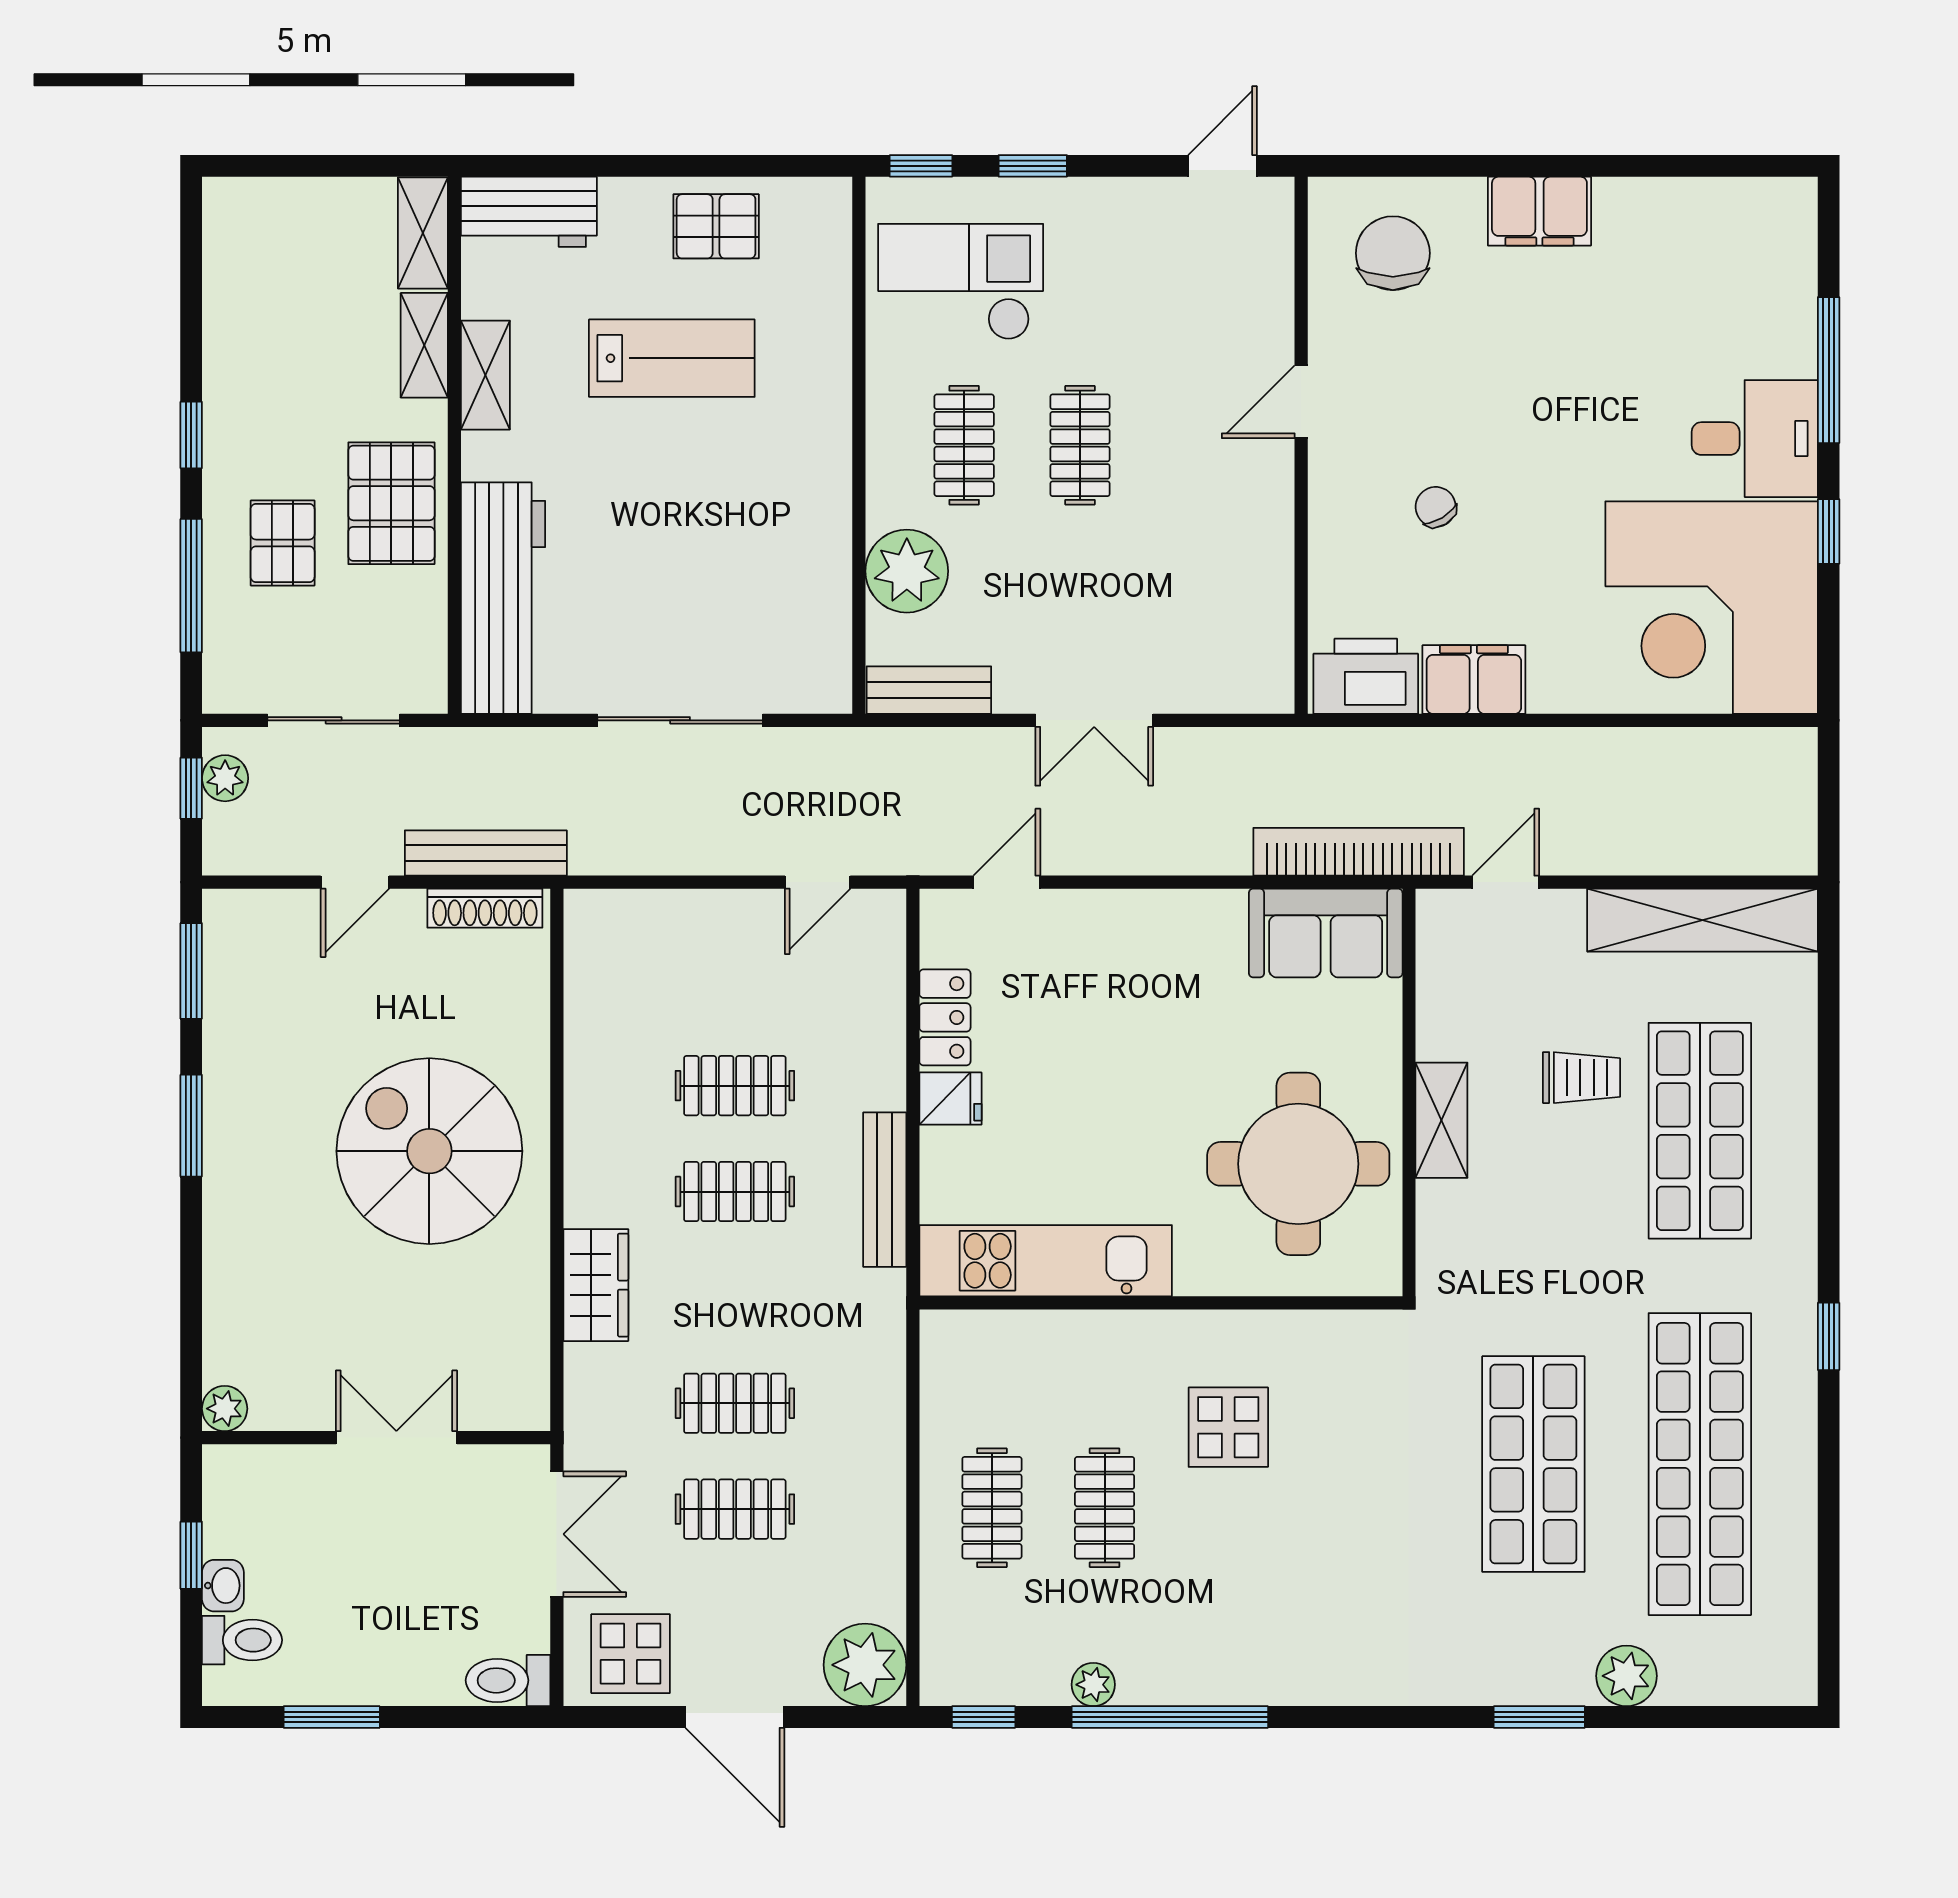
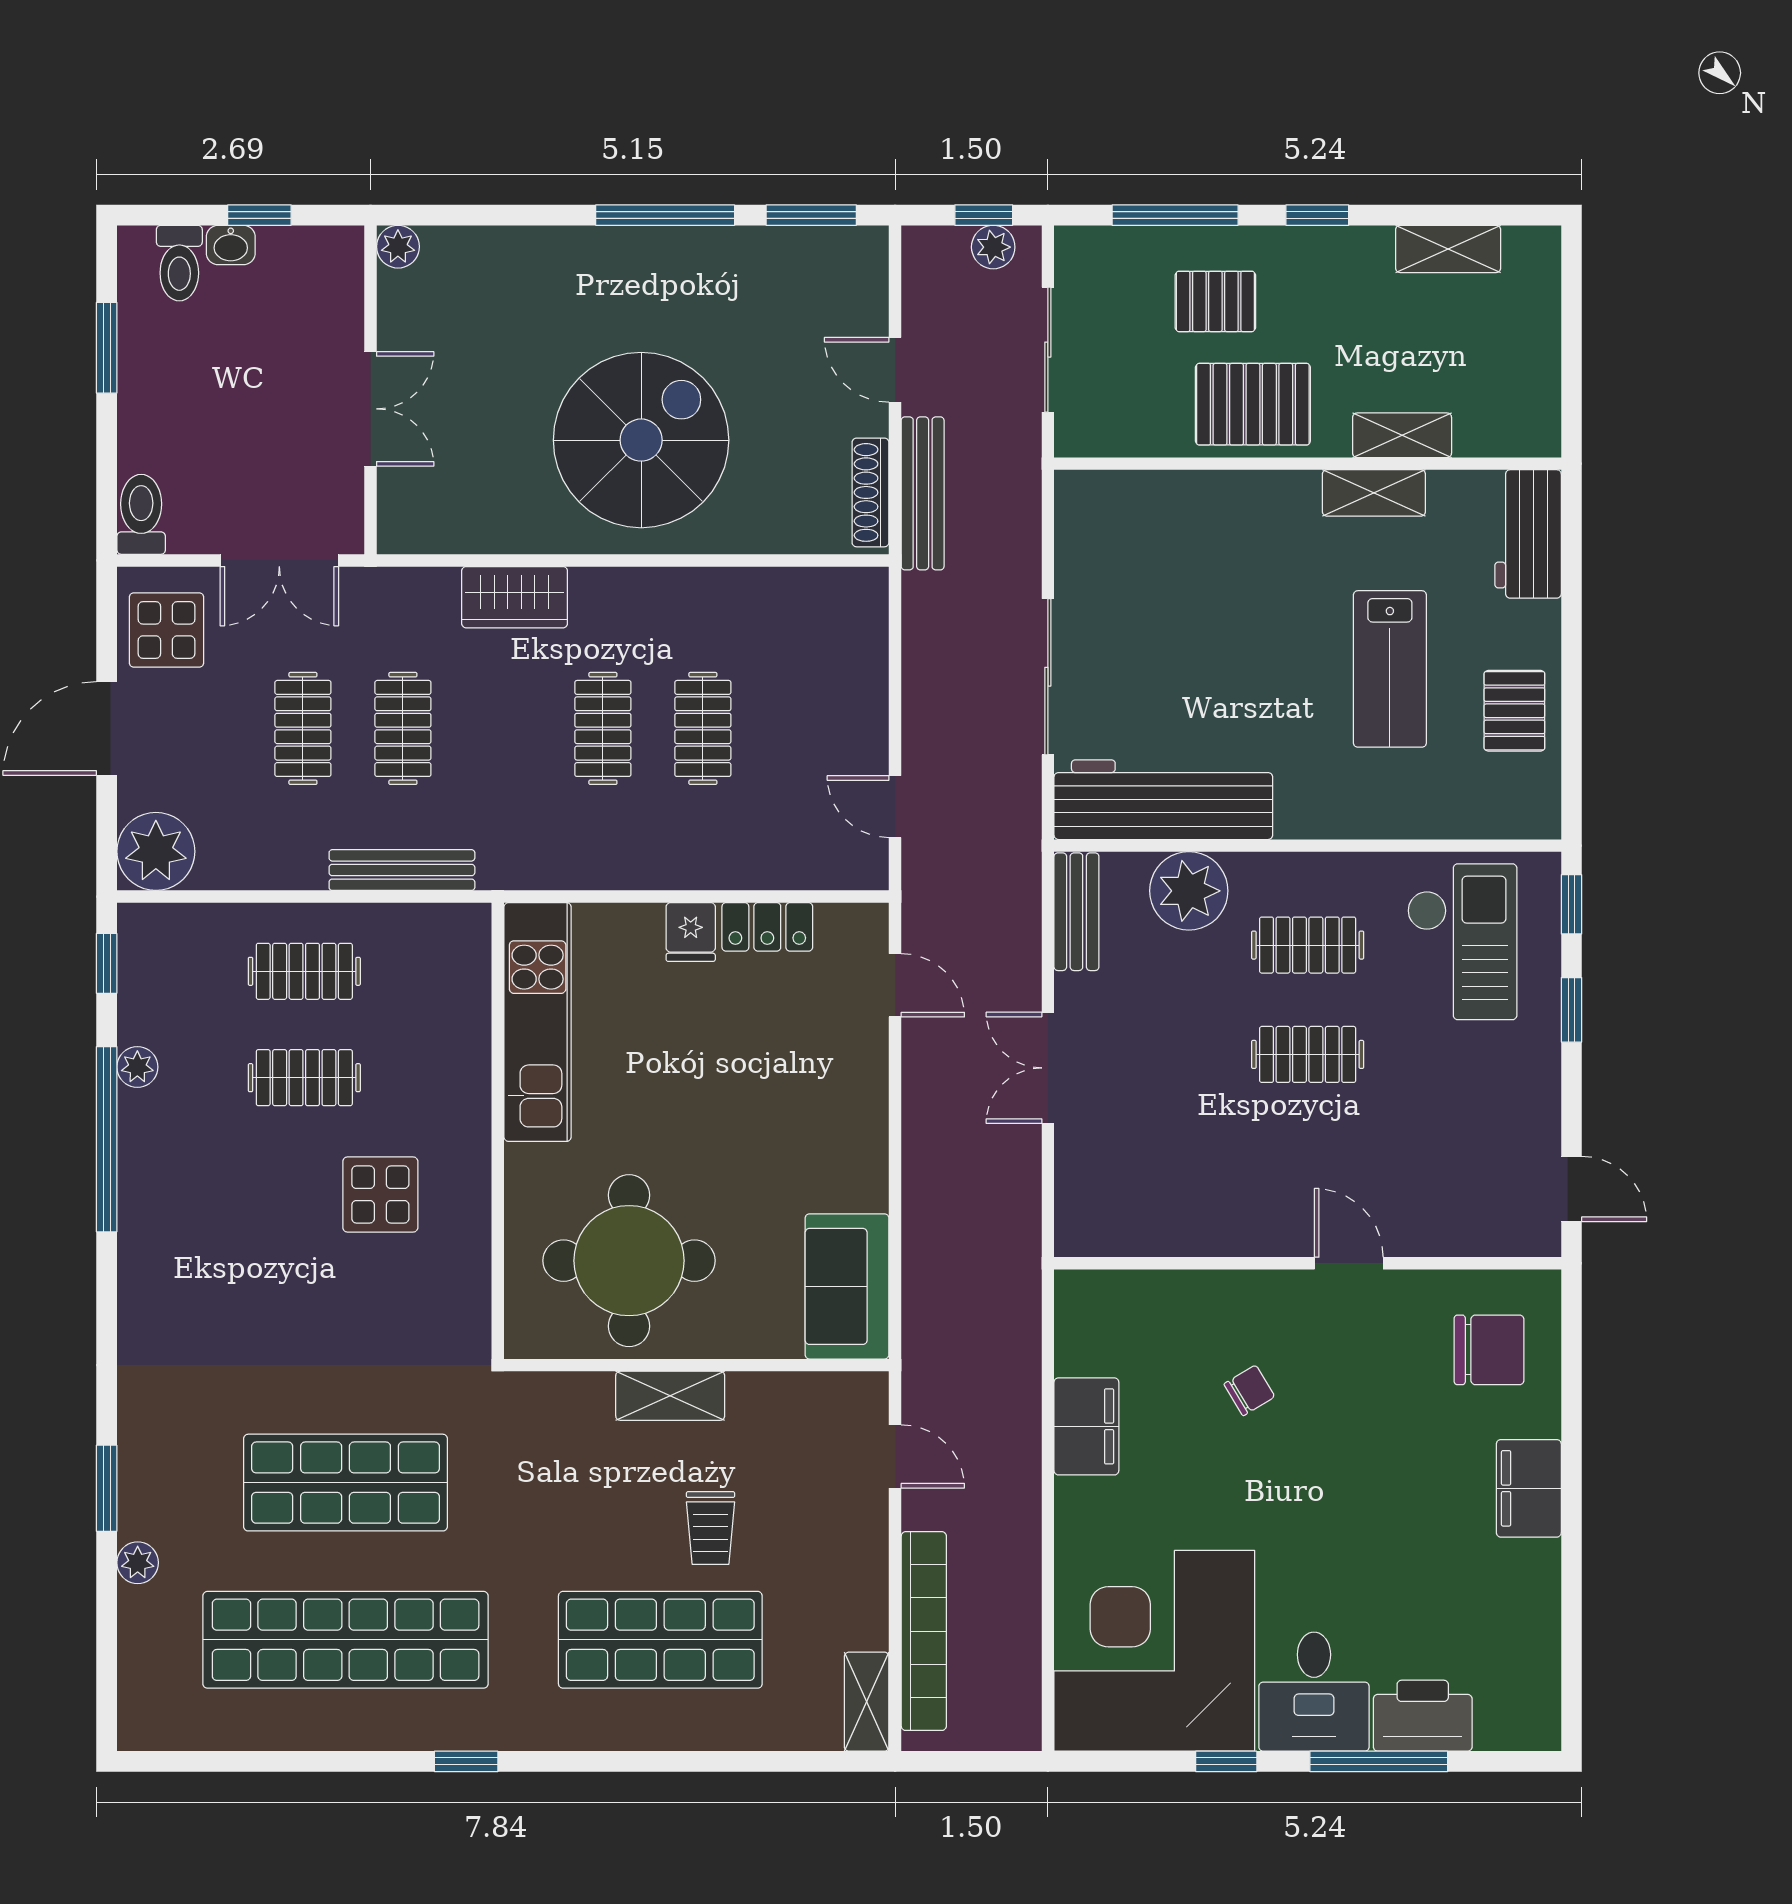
shelving: (423, 233) -> (1448, 249), moved
workbench: (503, 598) -> (1163, 800), moved, turned 180
printer: (1366, 676) -> (1423, 1716), moved, turned -90
bookcase: (1359, 852) -> (924, 1631), moved
shelving: (1702, 920) -> (867, 1702), width x0.45, depth x0.75
window: (191, 1126) -> (665, 215), width x1.44
bench: (885, 1190) -> (402, 870), moved
plant: (1627, 1676) -> (138, 1563), width x0.73, depth x0.73

